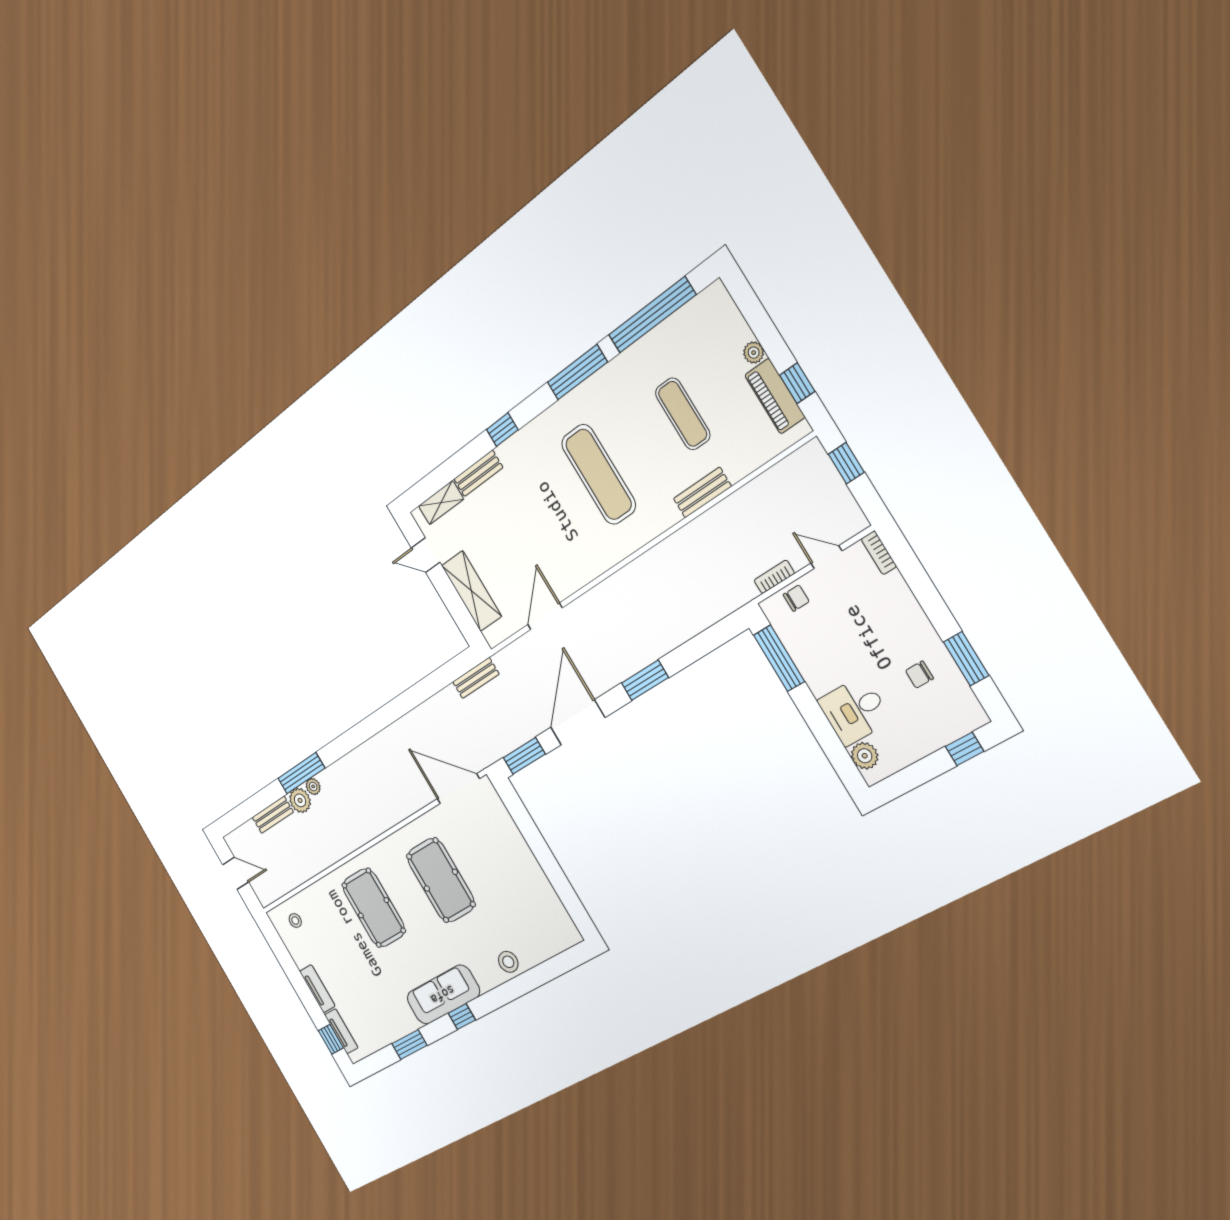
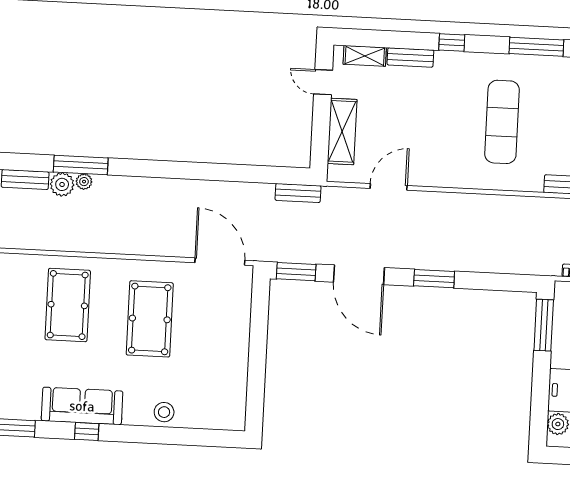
door: (578, 722) -> (359, 275), swing flipped

